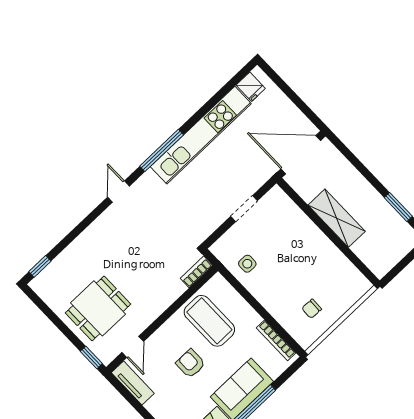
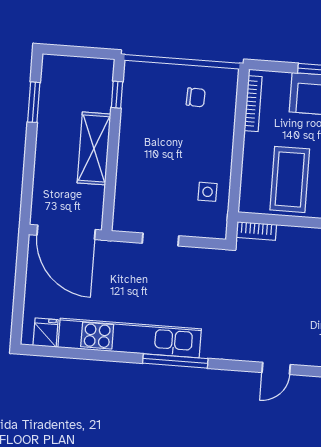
door: (118, 192) -> (276, 368), moved
window: (357, 262) -> (117, 95), added

